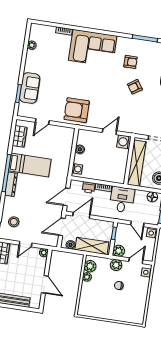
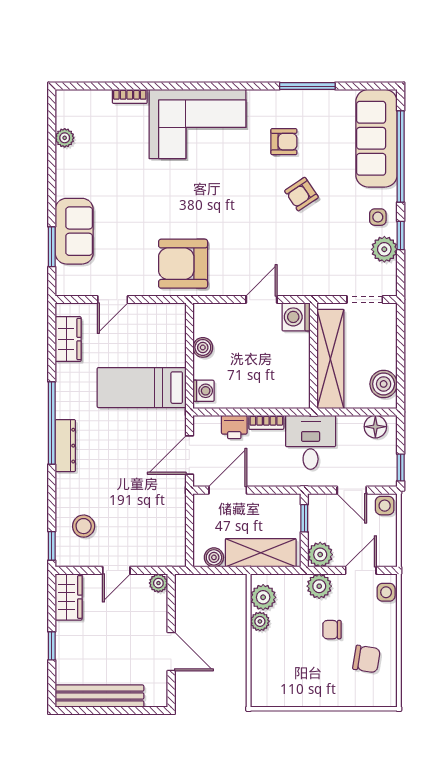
bed: (30, 165) -> (142, 388), moved, turned 180
door: (62, 227) -> (189, 521), removed
chair: (132, 301) -> (366, 659), added

